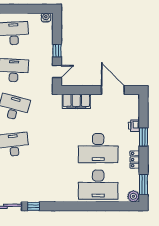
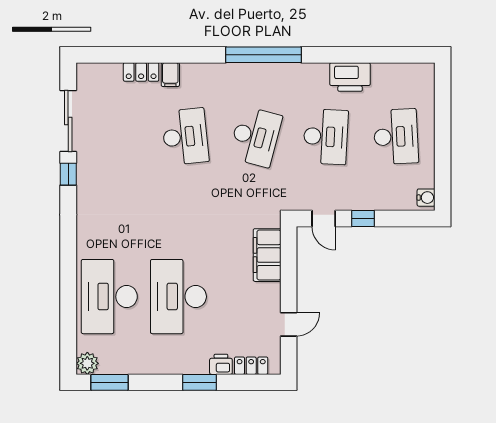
door: (113, 90) -> (289, 324), width x0.53
locker: (135, 160) -> (251, 366), moved

